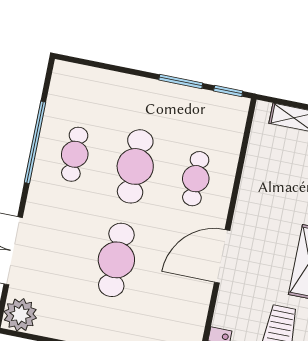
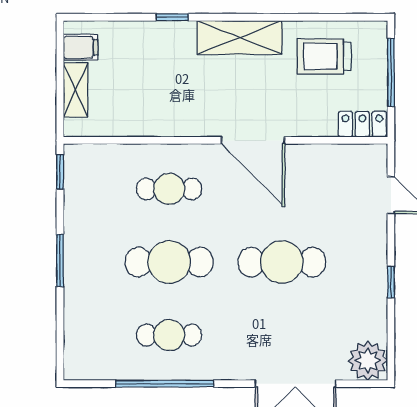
window: (181, 82) -> (60, 260), moved

